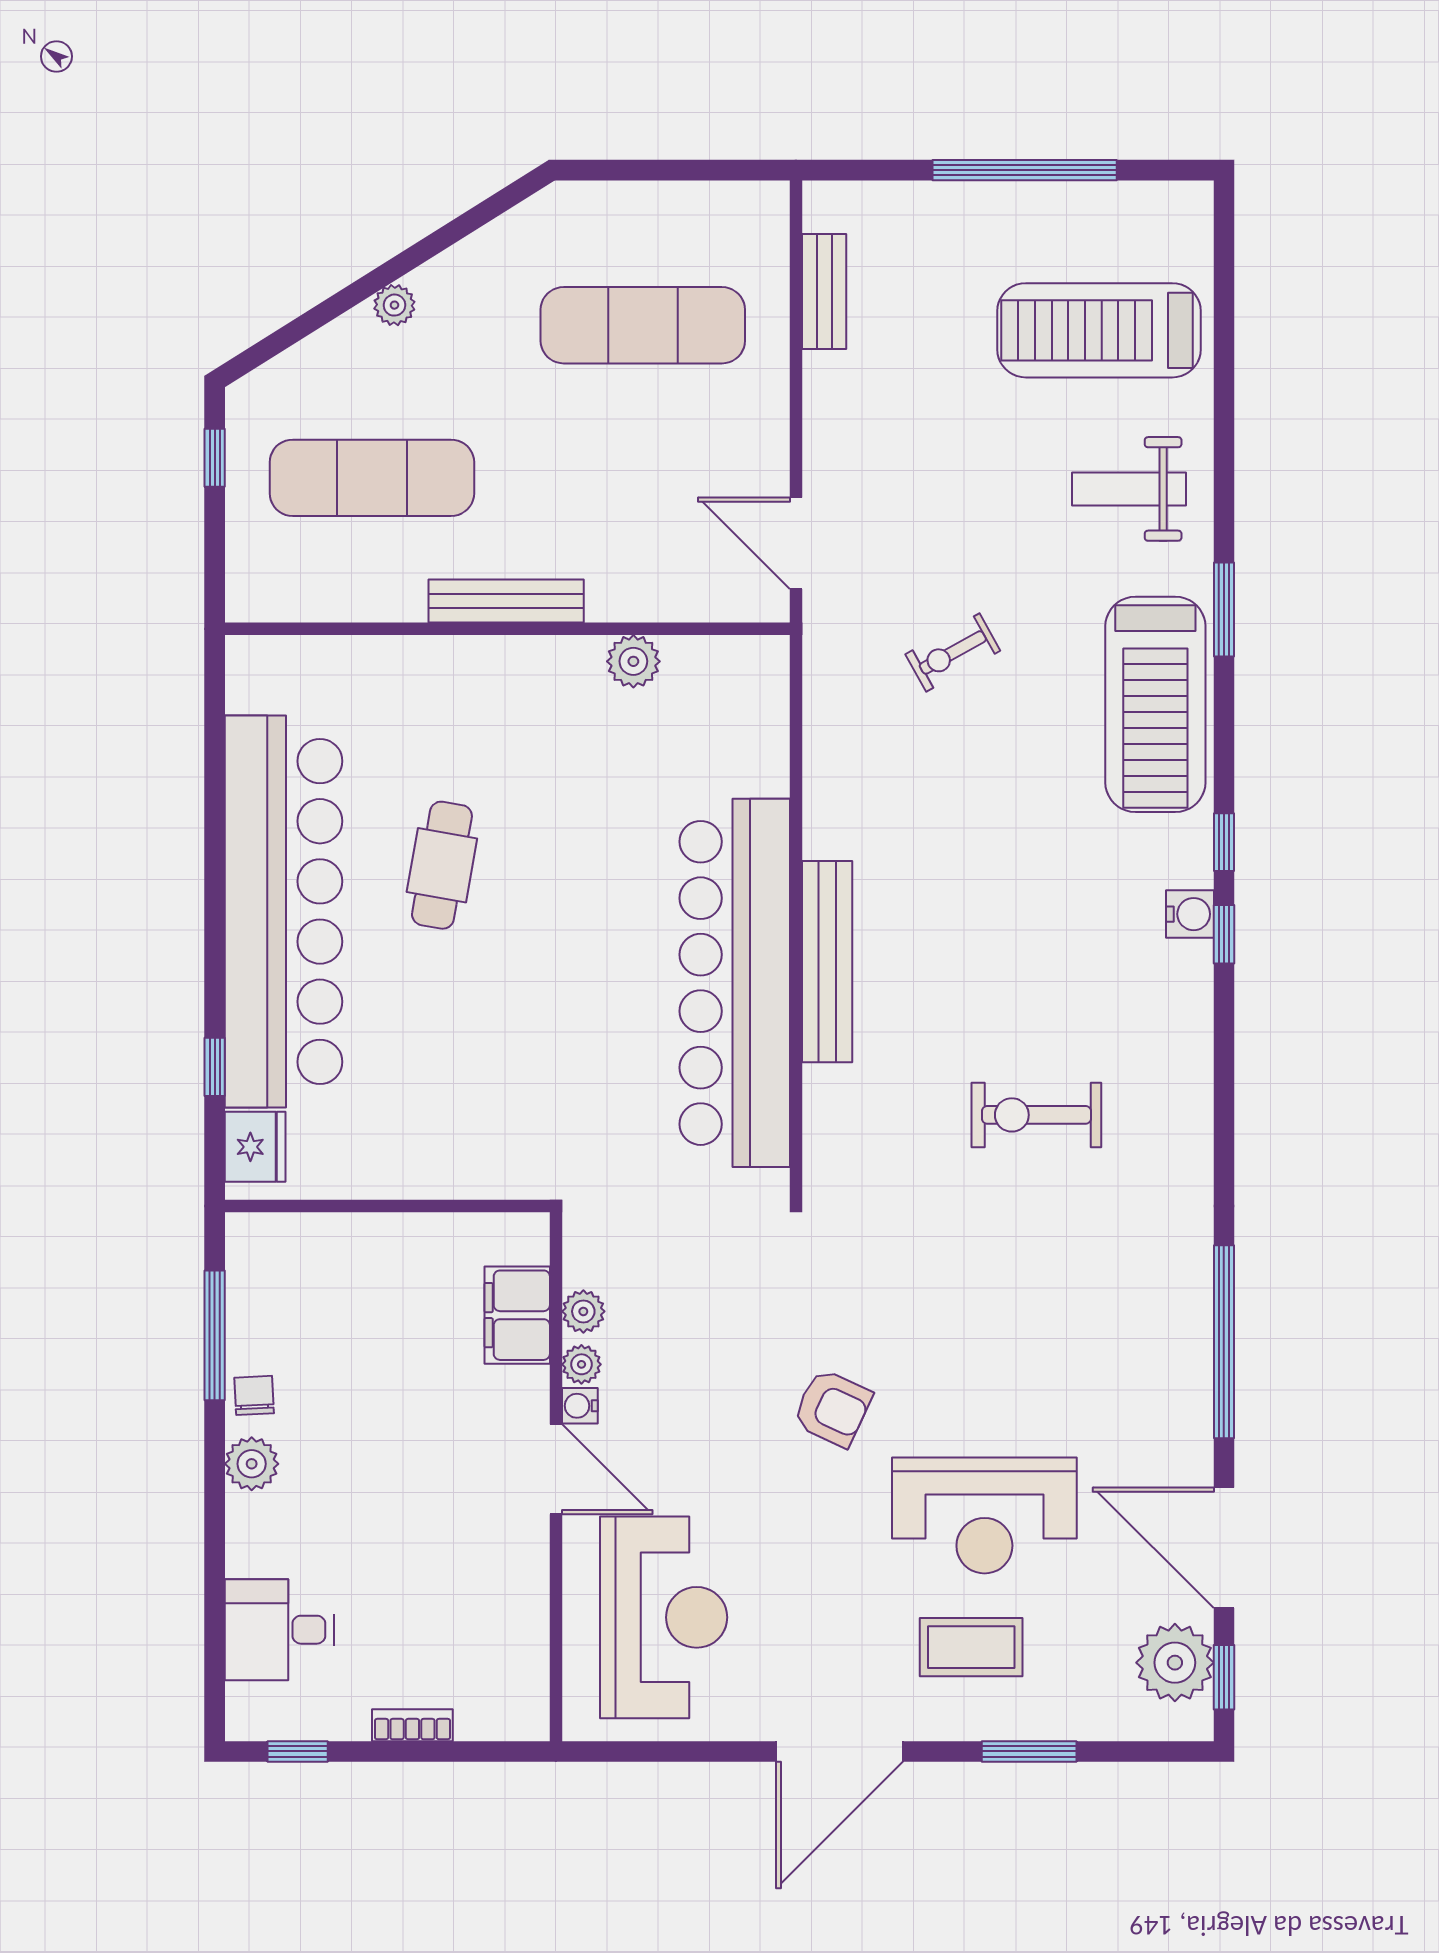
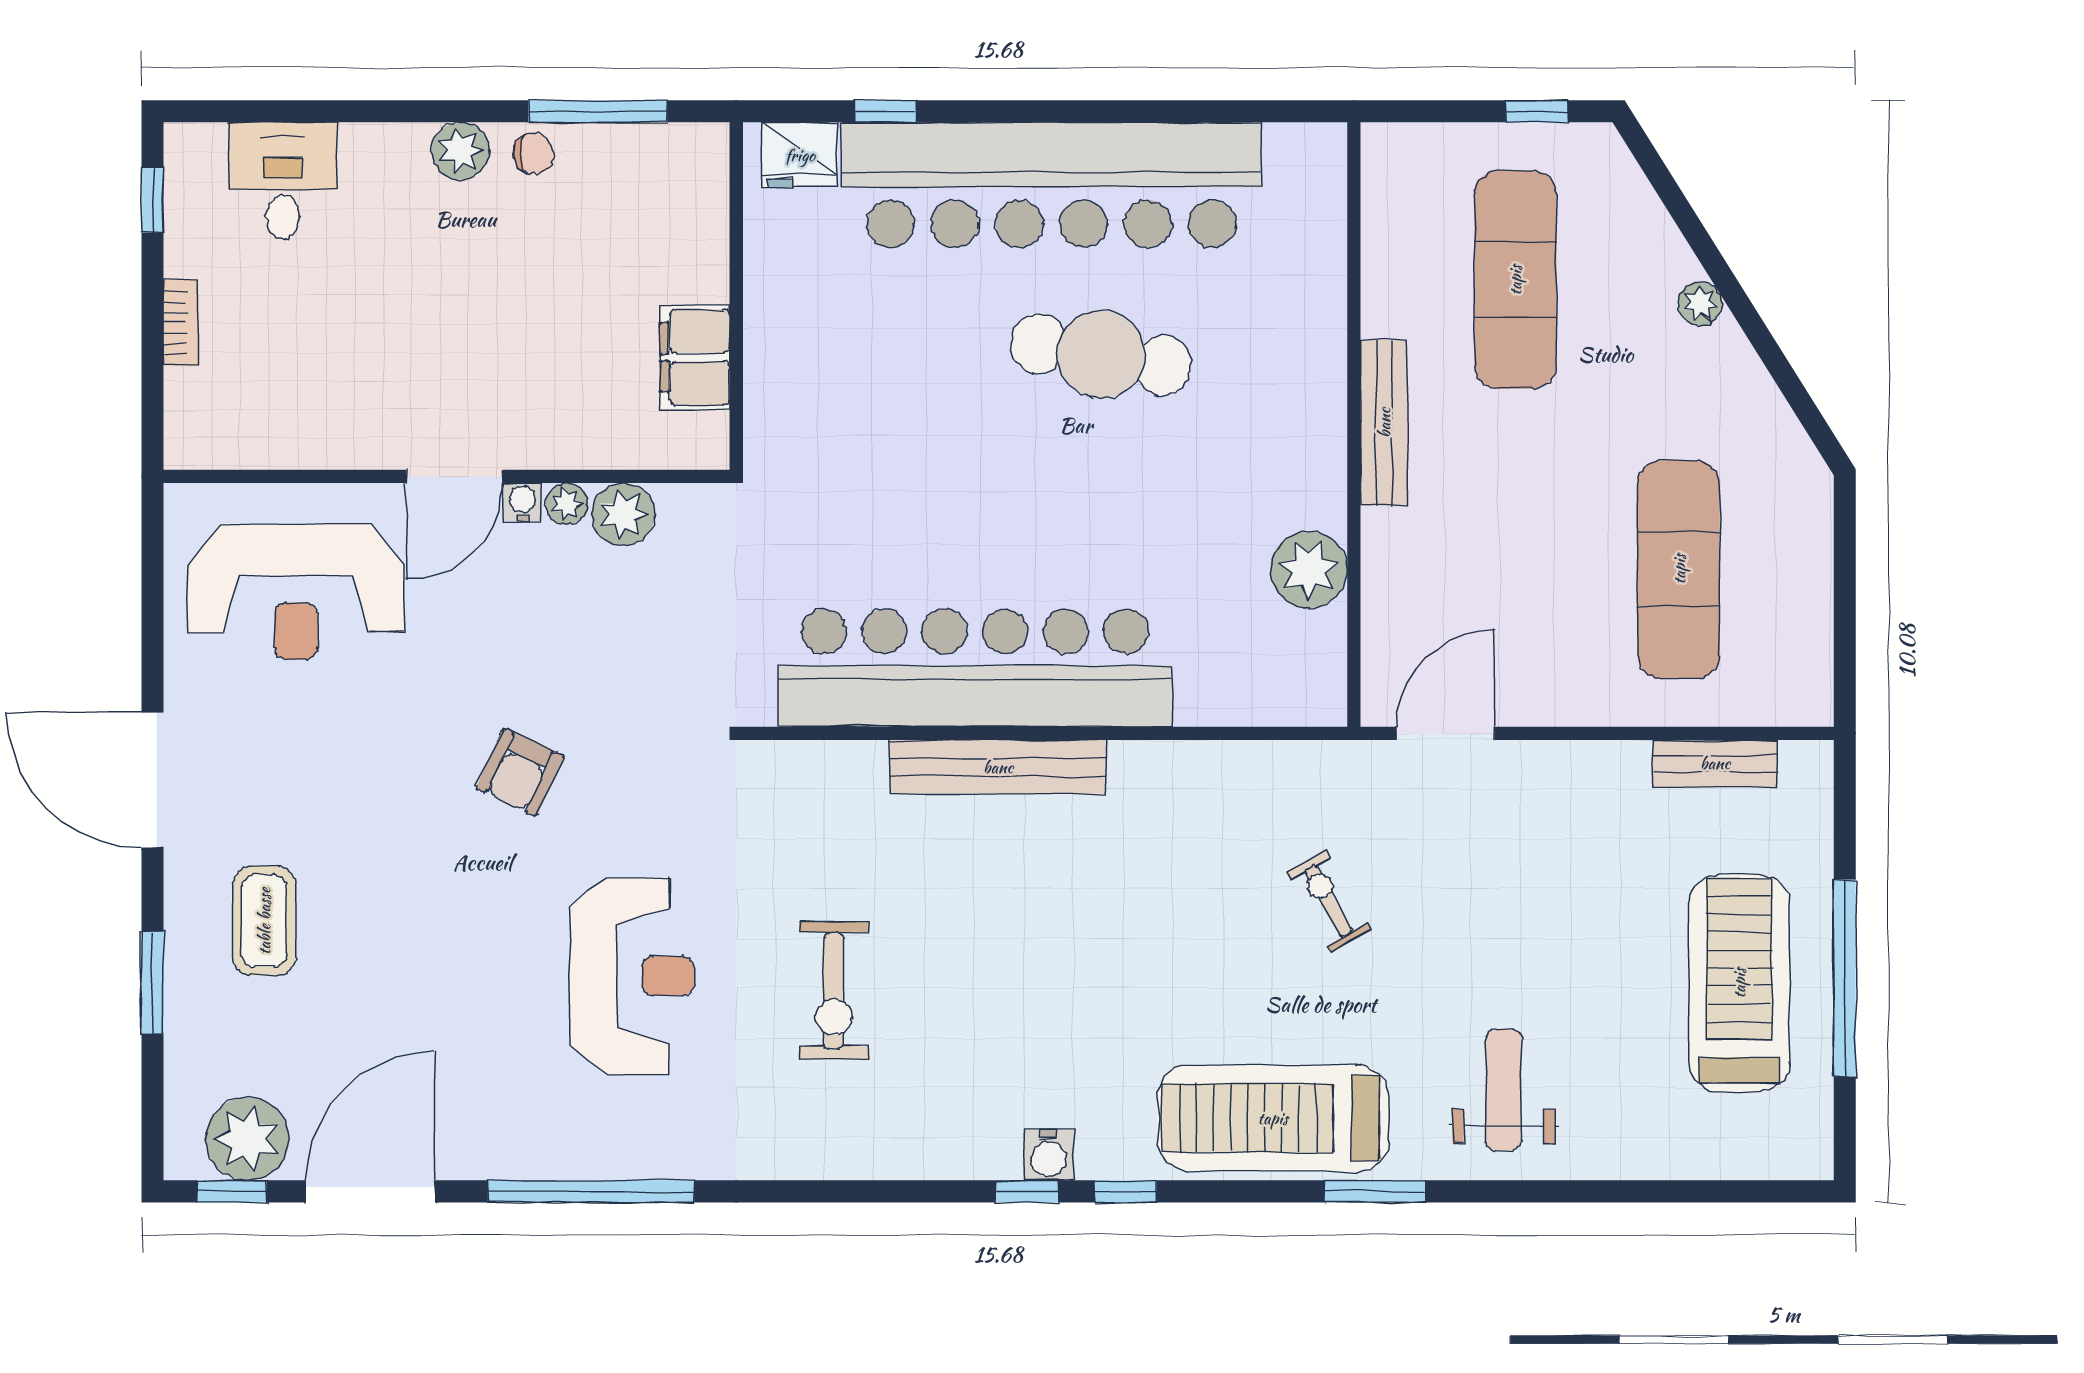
treadmill: (1099, 330) -> (1739, 983), moved
plant: (633, 661) -> (1309, 570), width x1.36, depth x1.36
cafe table: (442, 865) -> (1101, 355), width x1.37, depth x1.35
exercise bike: (1036, 1115) -> (834, 991), turned 180
plant: (583, 1311) -> (623, 514), width x1.38, depth x1.38
filing cabinet: (517, 1315) -> (695, 357), moved, turned -90
reception desk: (984, 1516) -> (632, 976), moved, turned 180

